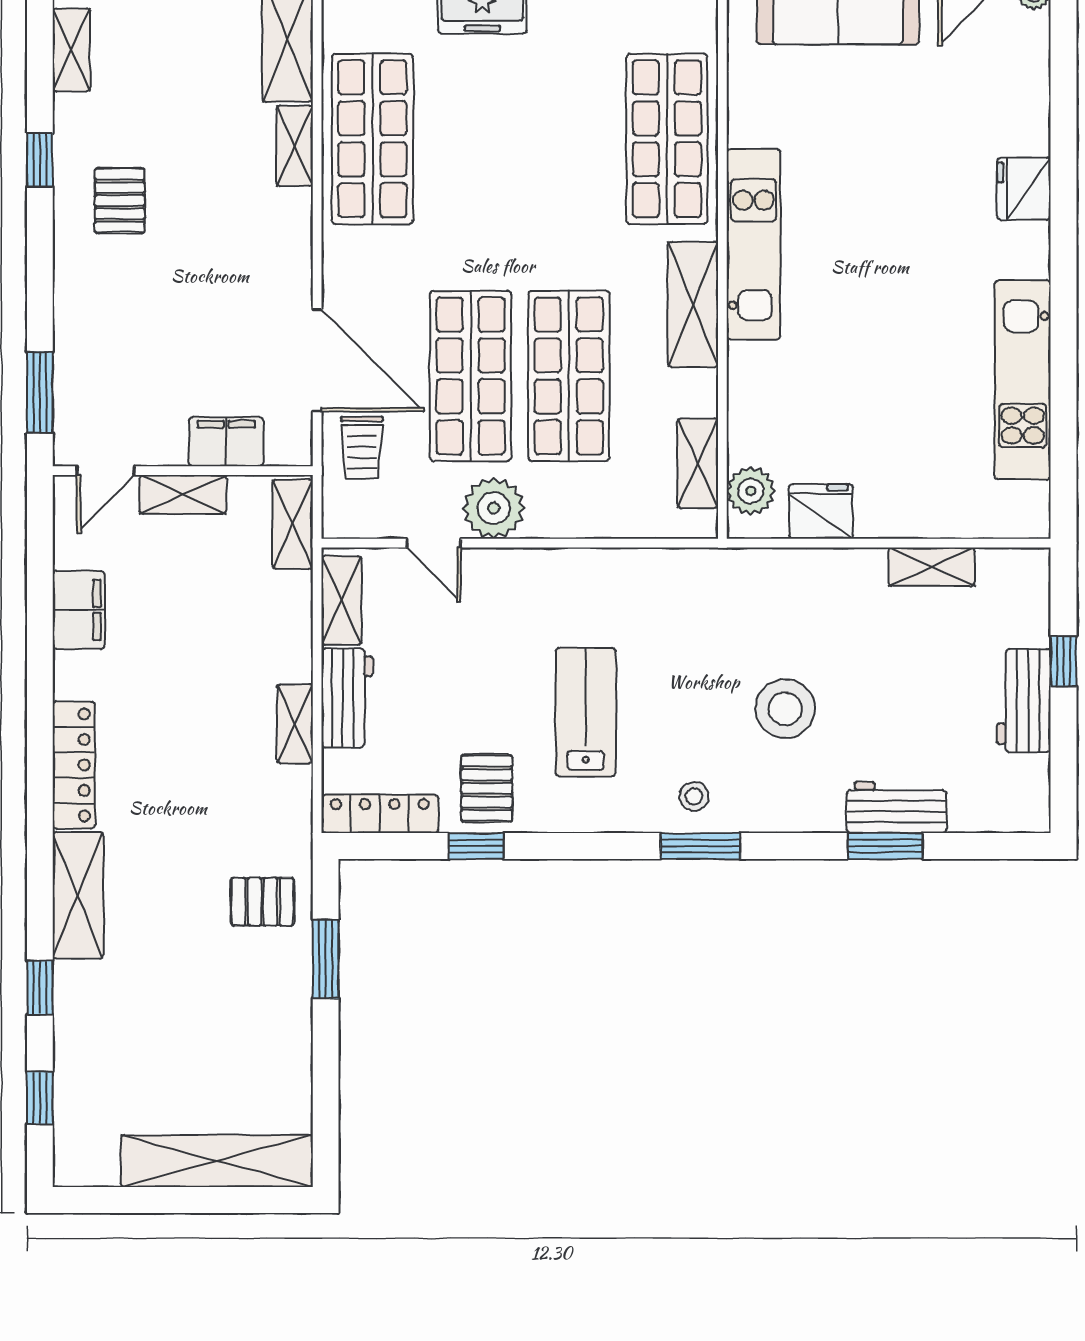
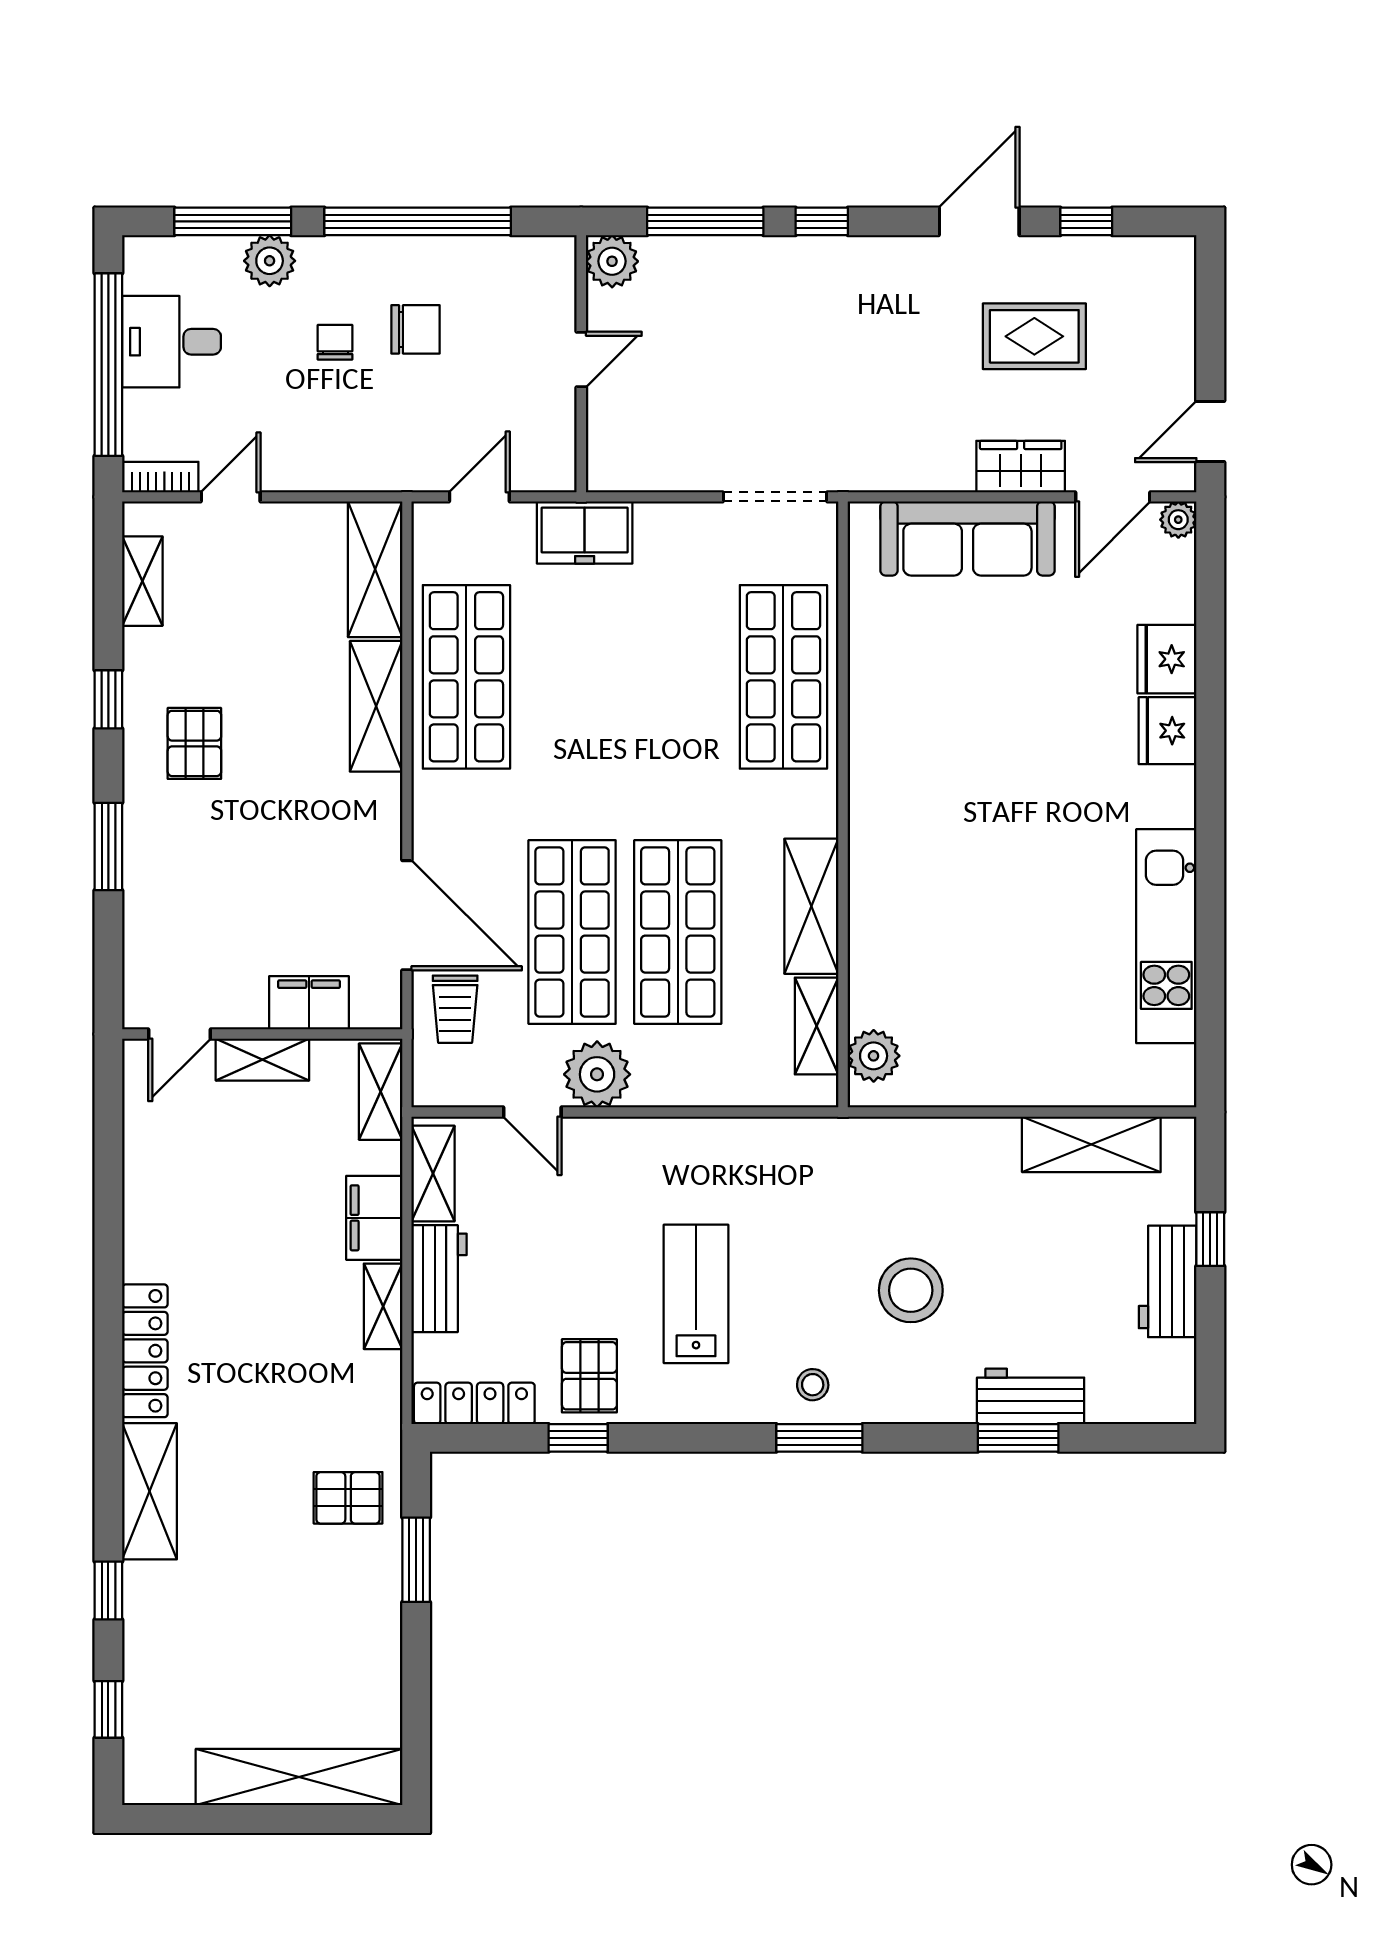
shelving: (295, 146) -> (376, 706), width x1.50, depth x1.33
kitchen unit: (753, 244) -> (877, 790), removed
shelving: (693, 304) -> (811, 906), moved
window: (40, 392) -> (108, 847), moved
fridge: (821, 511) -> (1167, 659), moved, turned -90
shelving: (932, 567) -> (1091, 1144), width x1.50, depth x1.33
filing cabinet: (79, 610) -> (374, 1218), moved, turned 180

